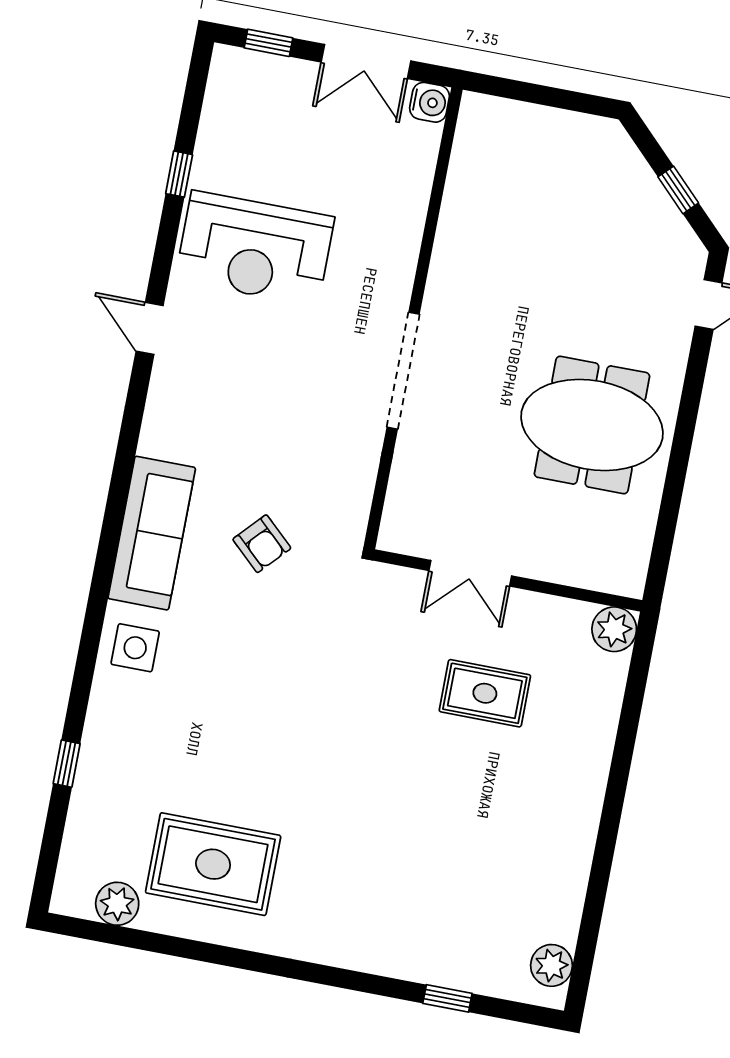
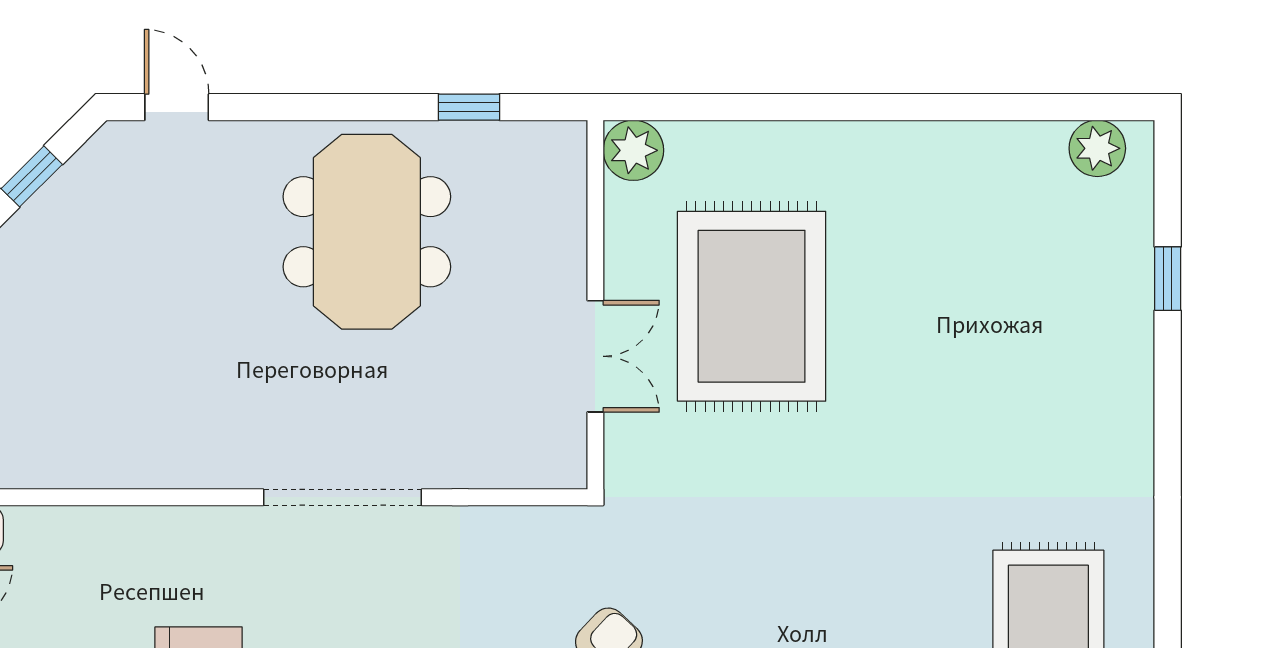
window: (668, 516) -> (469, 107), added
rug: (485, 693) -> (752, 306), width x1.86, depth x2.06

